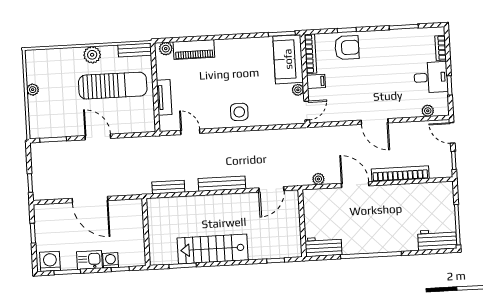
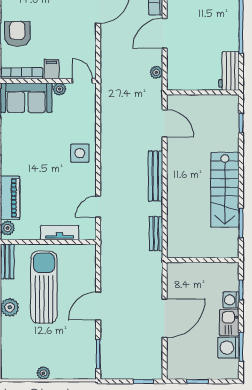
washing machine: (50, 261) -> (229, 348), moved

